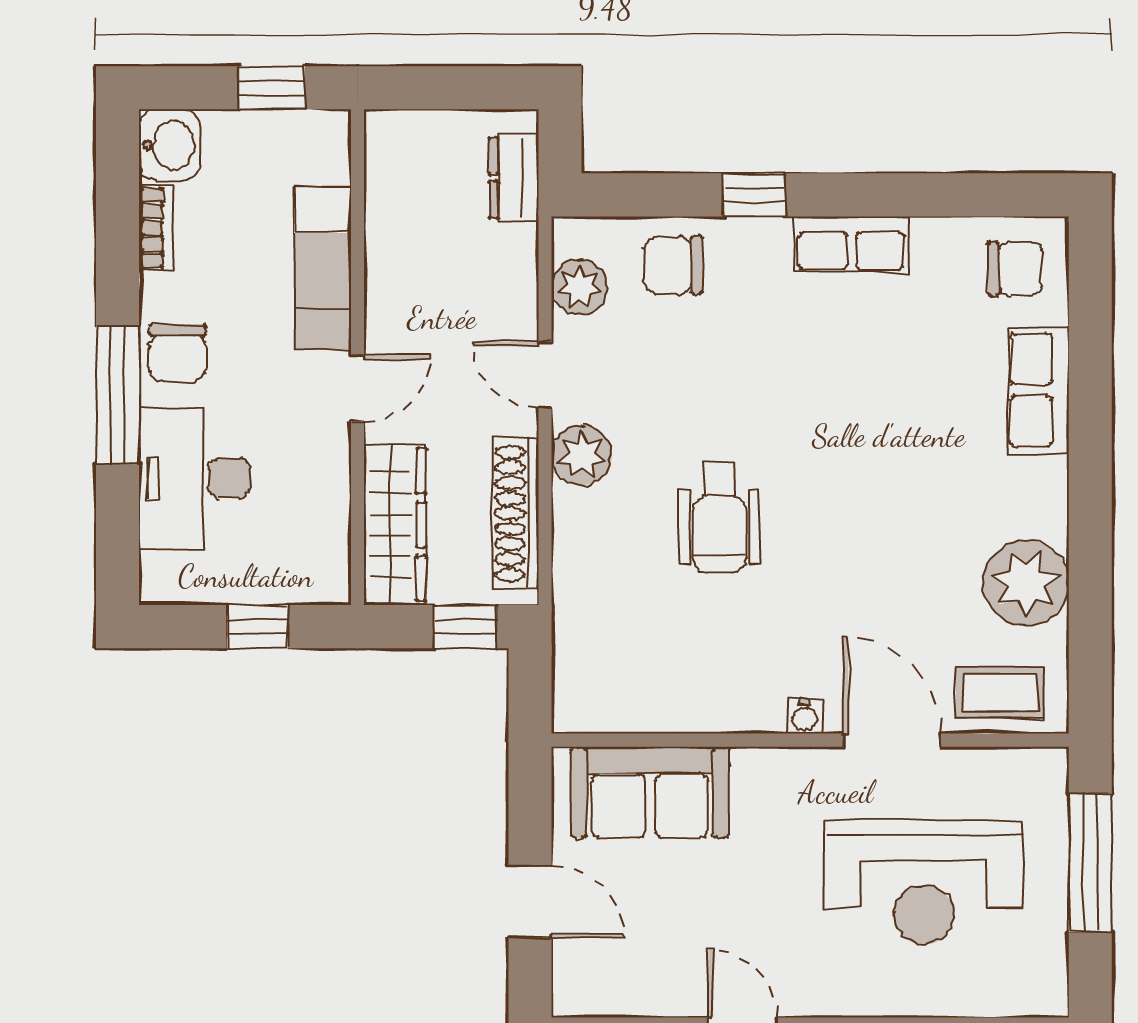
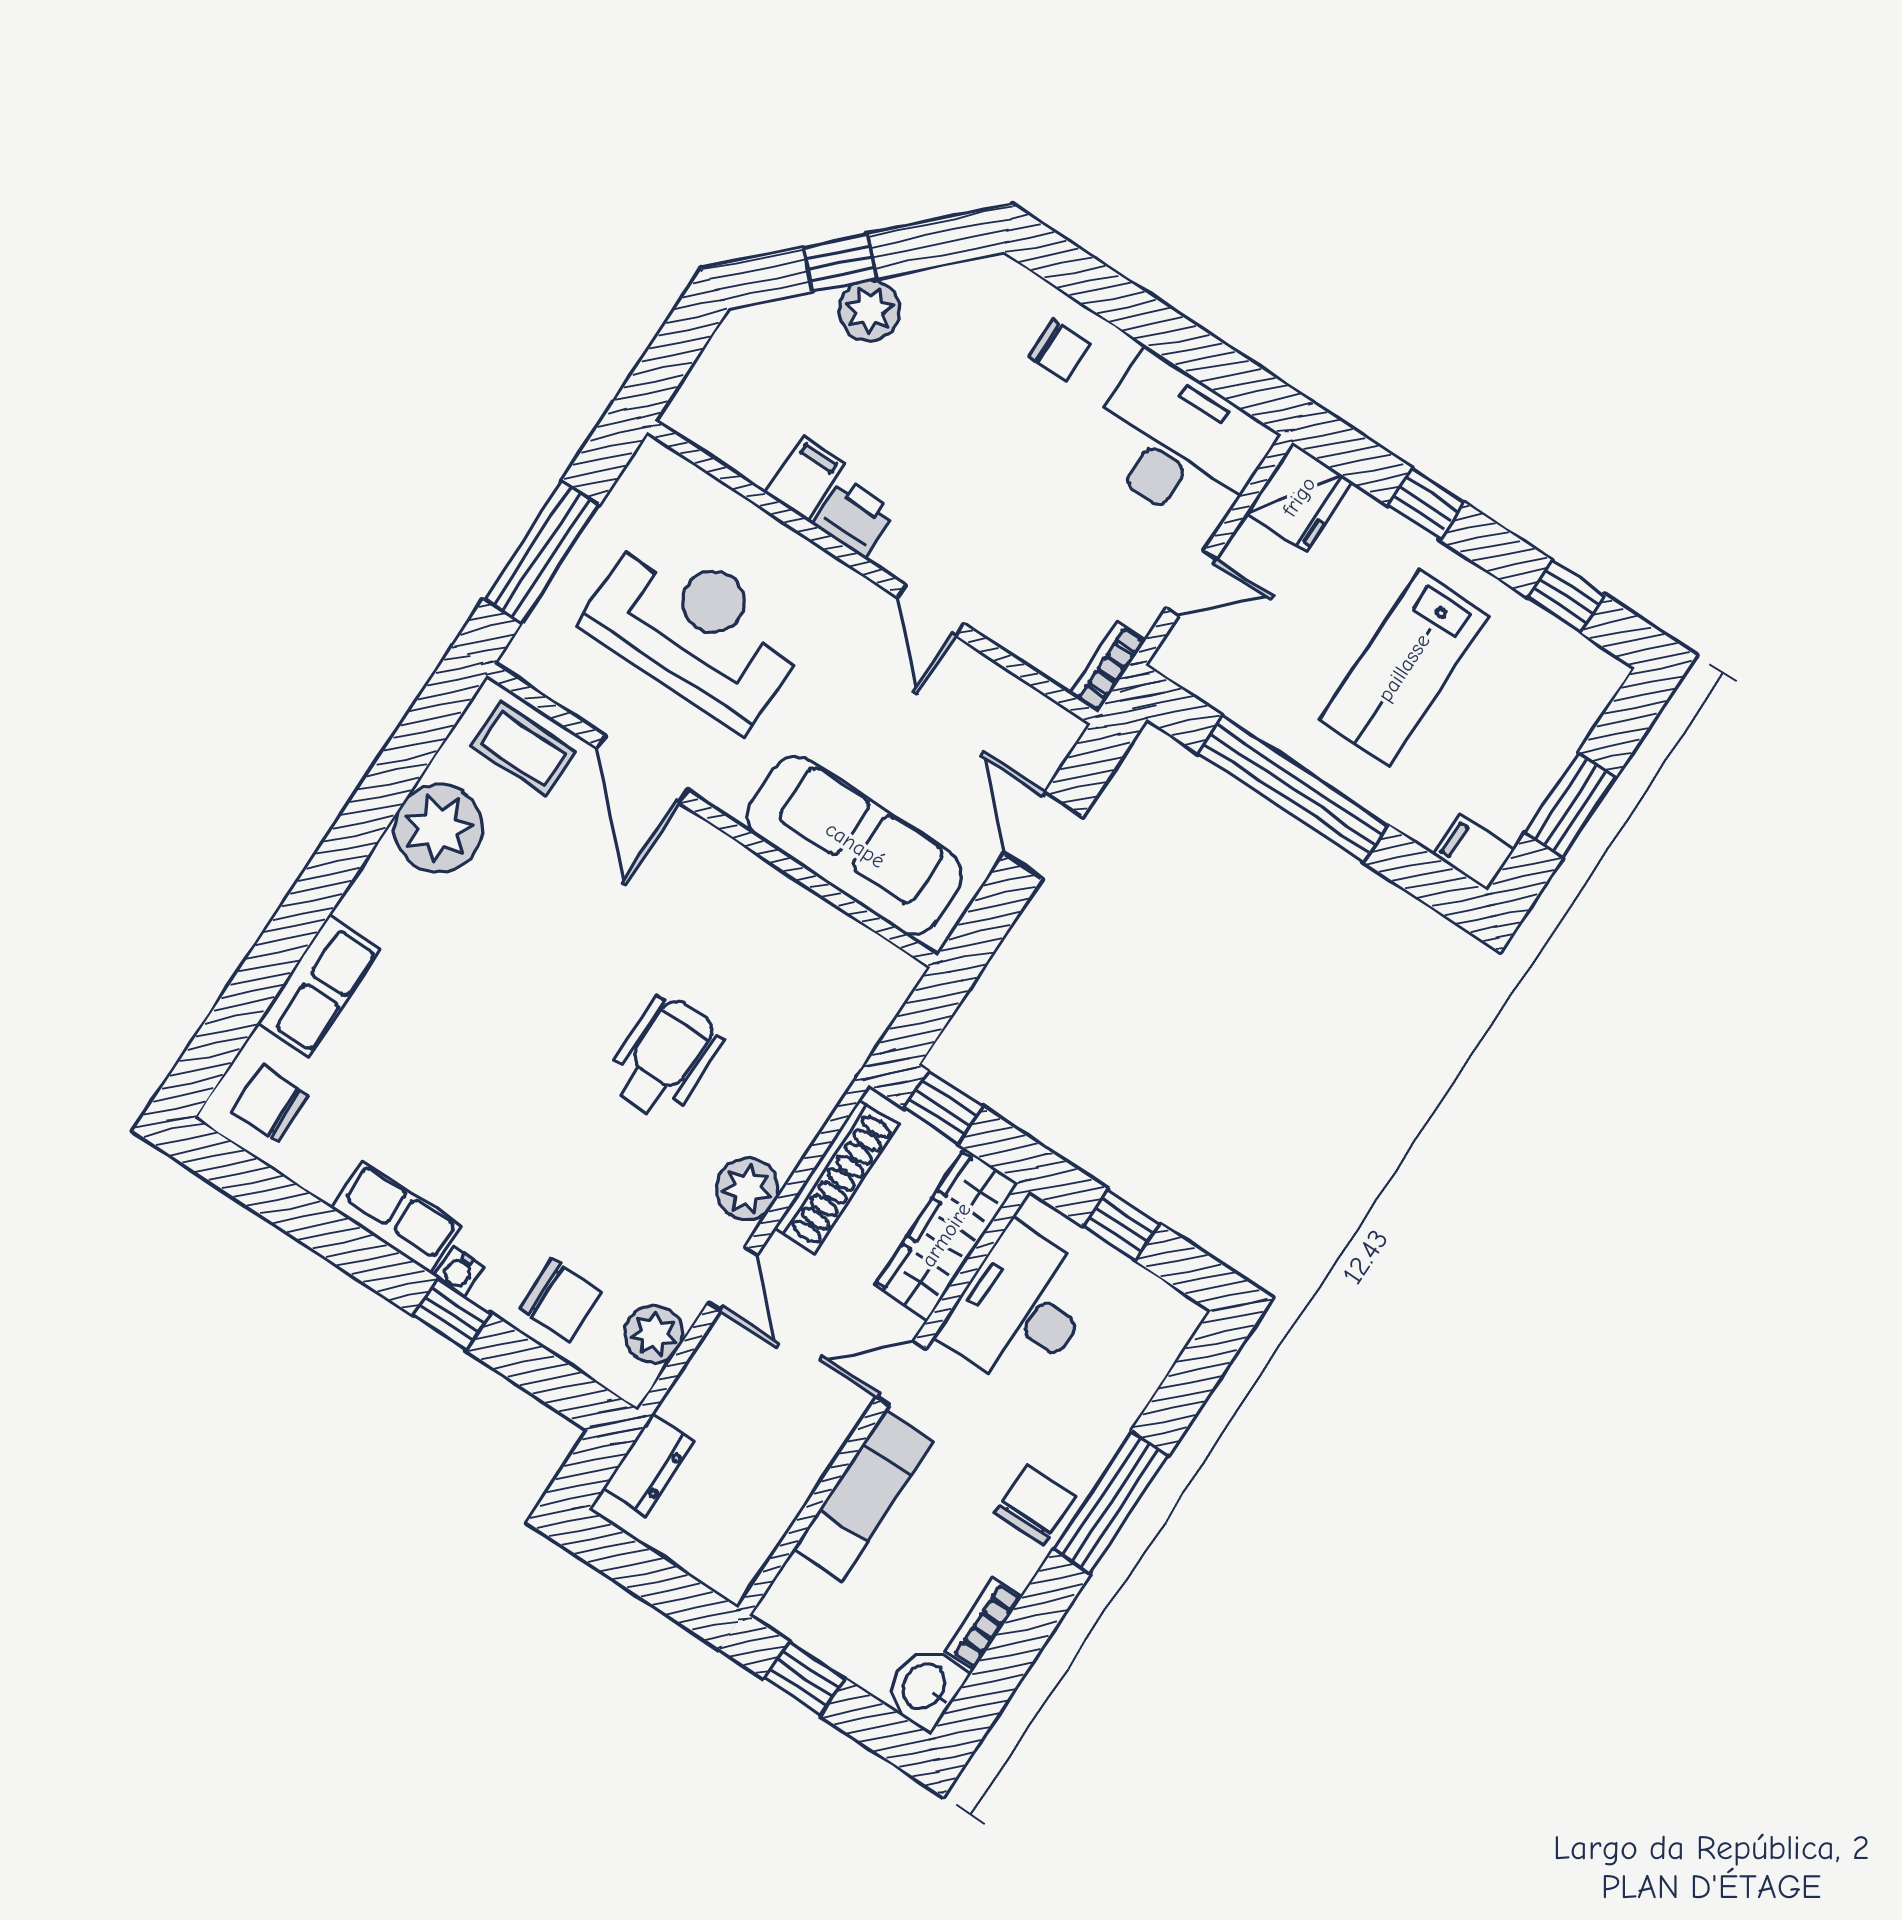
desk: (195, 478) -> (1020, 1308), moved, turned 180
water cooler: (805, 716) -> (459, 1271), moved, turned 180
sofa: (650, 792) -> (855, 845), width x1.36

